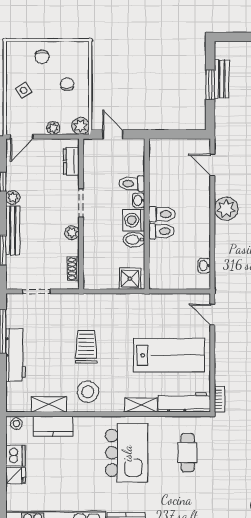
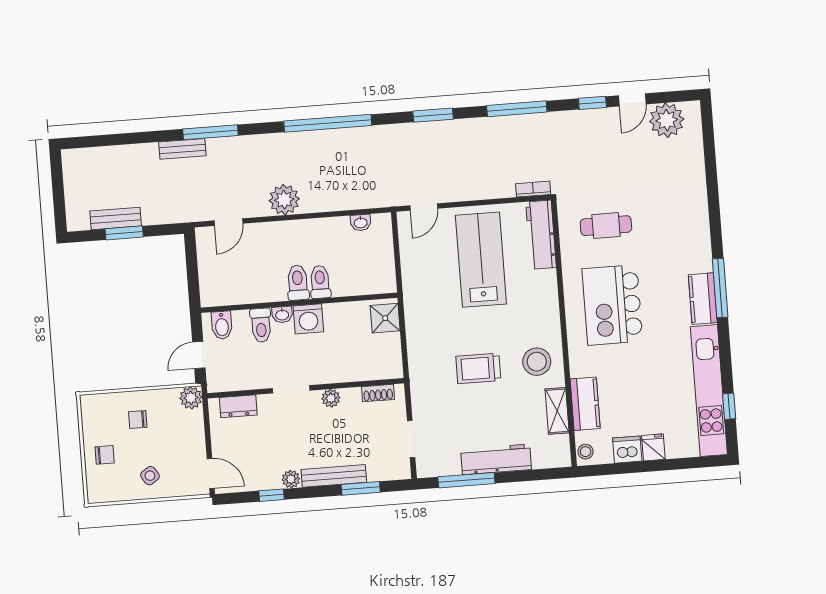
plant: (53, 128) -> (196, 433), removed
bidet: (134, 240) -> (222, 325), moved
shelving: (141, 405) -> (549, 291), removed
kitchen island: (127, 453) -> (612, 305), turned -90

